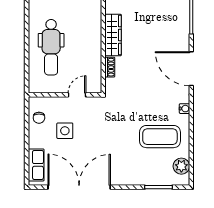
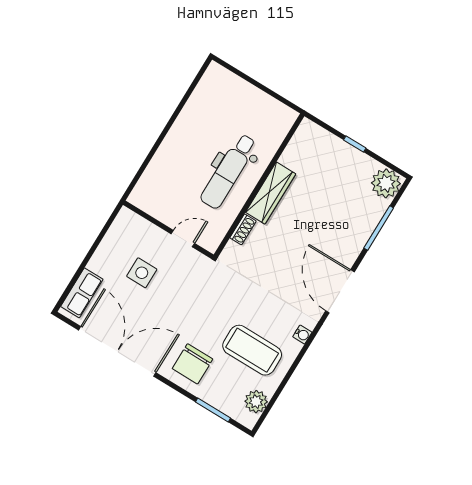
dental chair: (51, 47) -> (229, 171), moved
chair: (39, 118) -> (193, 364), moved, width x1.87, depth x1.87

